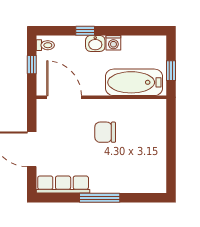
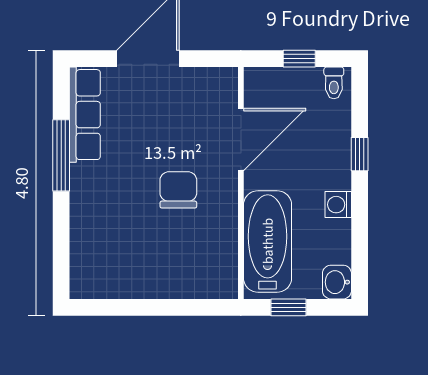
washbasin: (95, 43) -> (337, 282), moved
door: (64, 97) -> (241, 140), moved
window: (100, 198) -> (61, 155), moved

